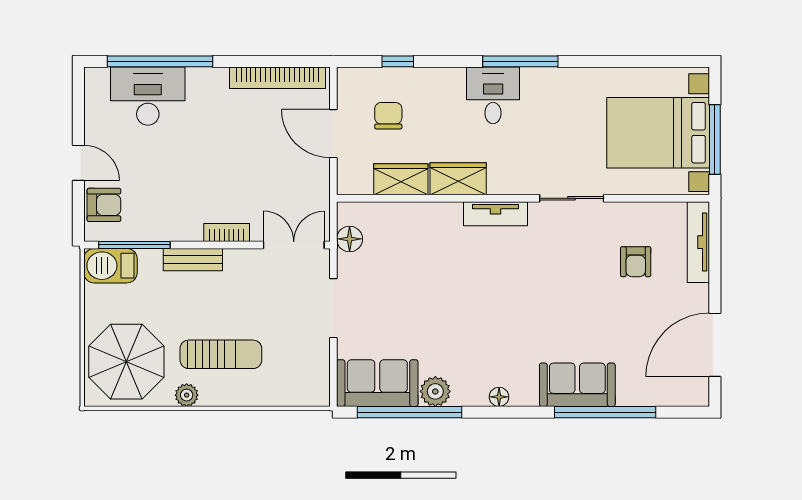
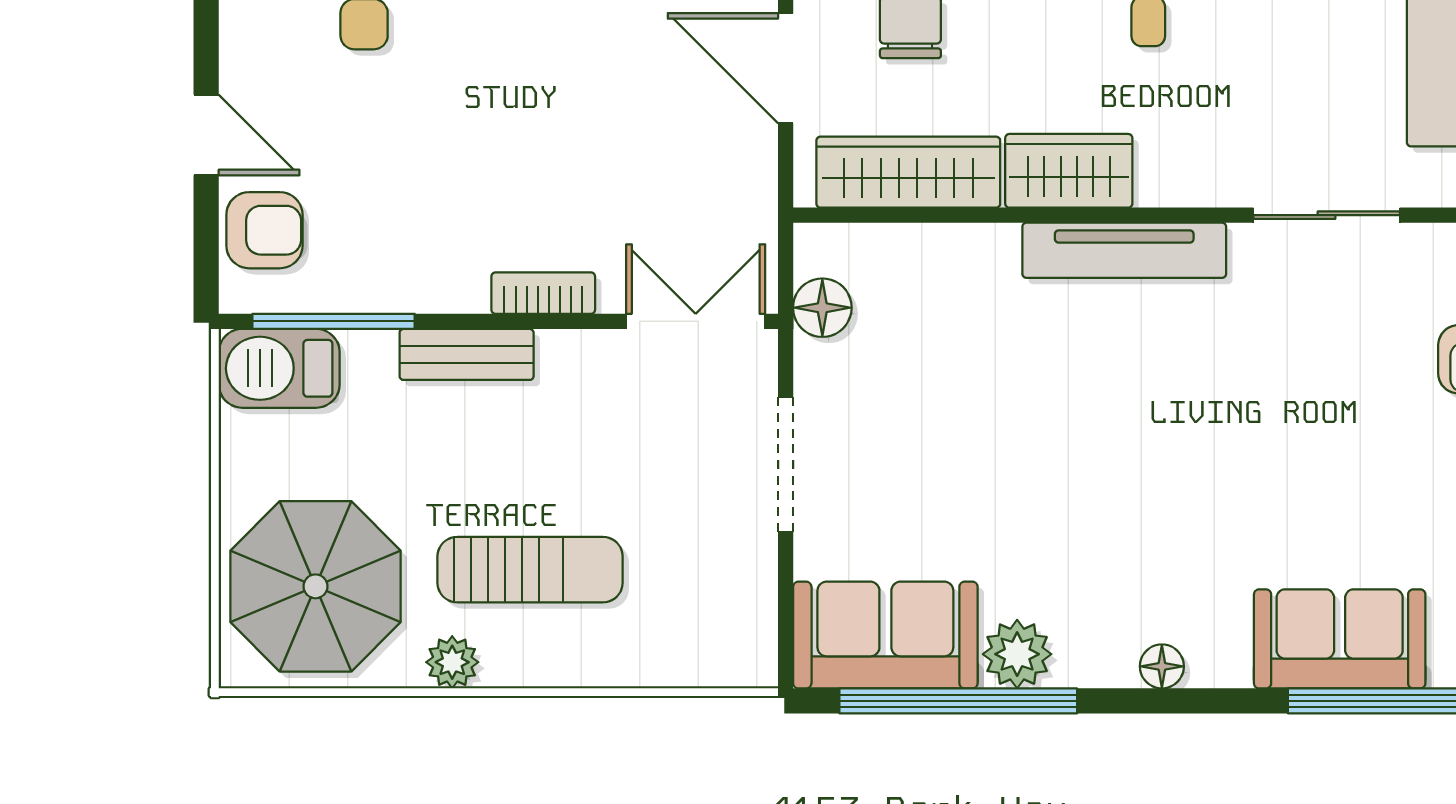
wardrobe: (401, 179) -> (908, 172), width x1.50
tv unit: (495, 214) -> (1124, 250), width x1.41

